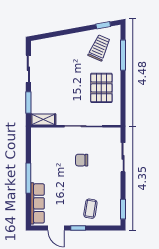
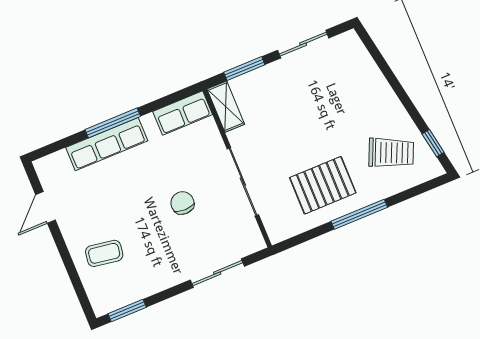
window: (123, 55) -> (359, 214), moved
row of seats: (38, 142) -> (183, 113), added
row of seats: (37, 203) -> (107, 144), moved
window: (78, 228) -> (61, 246), removed

